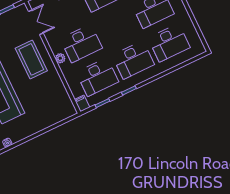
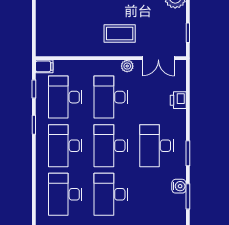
desk: (117, 26) -> (111, 146), added
plant: (60, 58) -> (127, 66), moved
coffee table: (31, 59) -> (120, 33), width x0.73, depth x0.76

